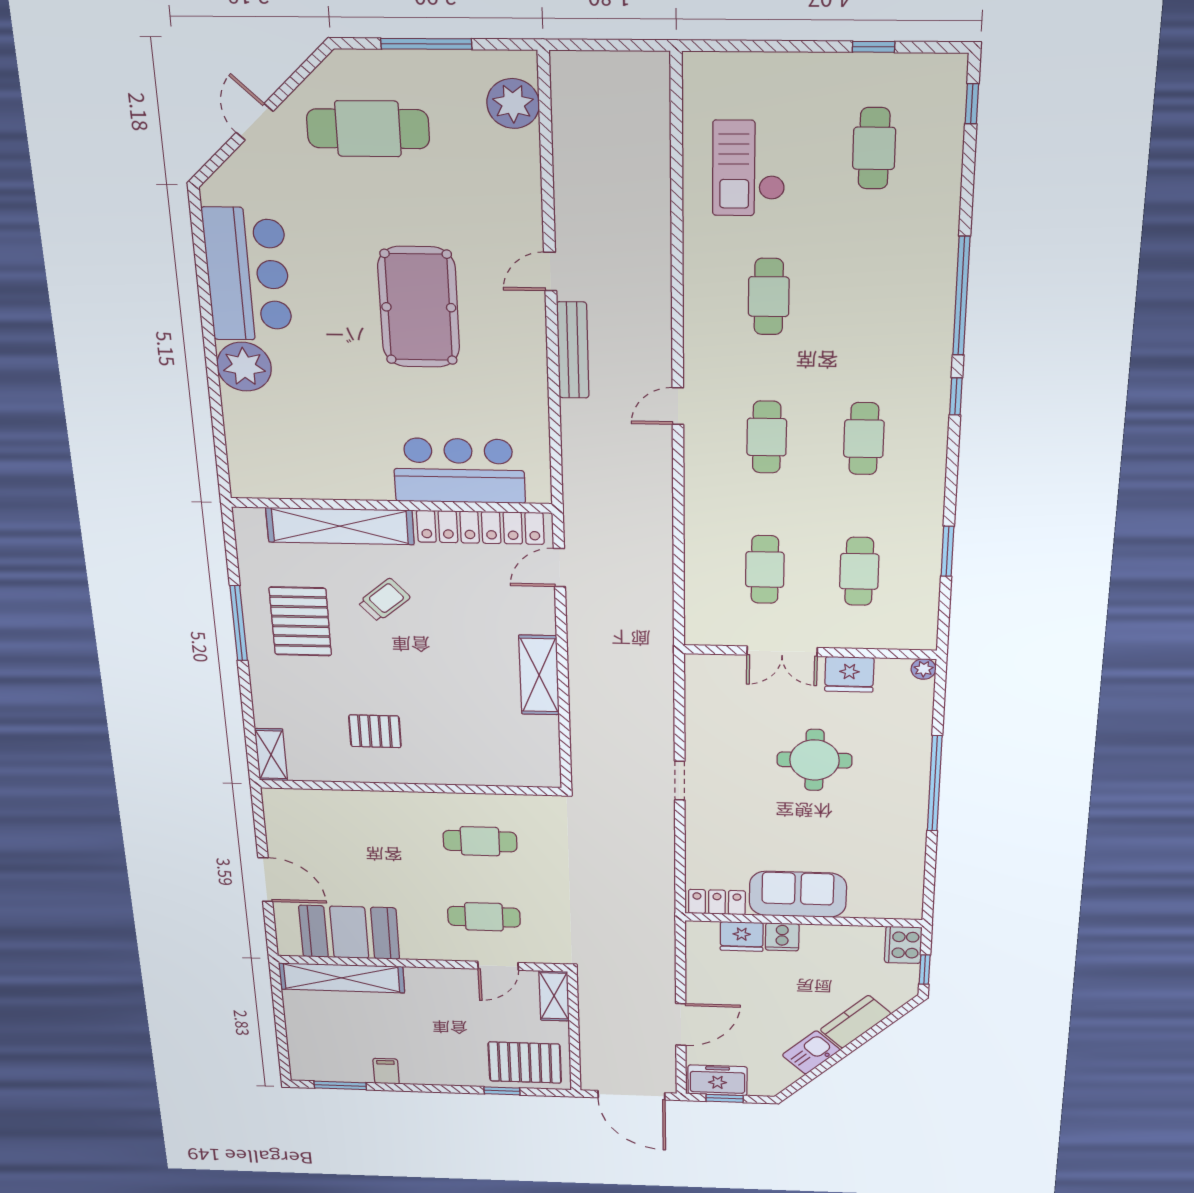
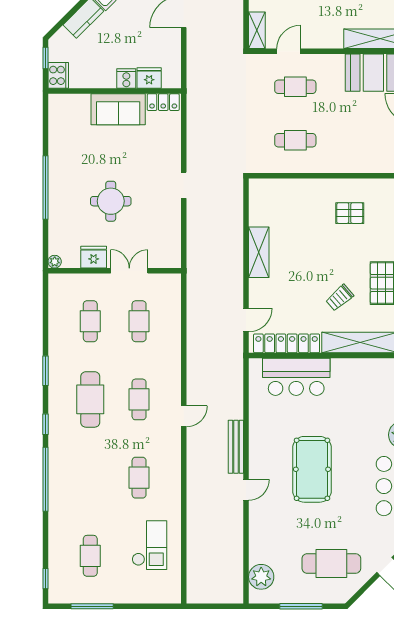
window: (874, 47) -> (92, 606), width x2.17
cafe table: (864, 439) -> (90, 399), width x1.37, depth x1.35
window: (947, 551) -> (45, 371), moved

